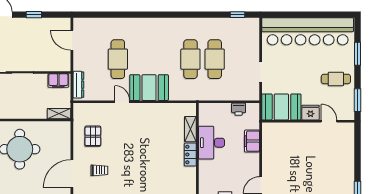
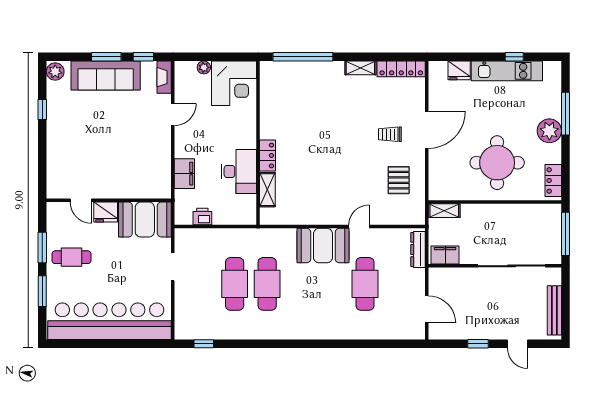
window: (358, 100) -> (42, 247), moved
door: (122, 102) -> (359, 227), swing flipped

